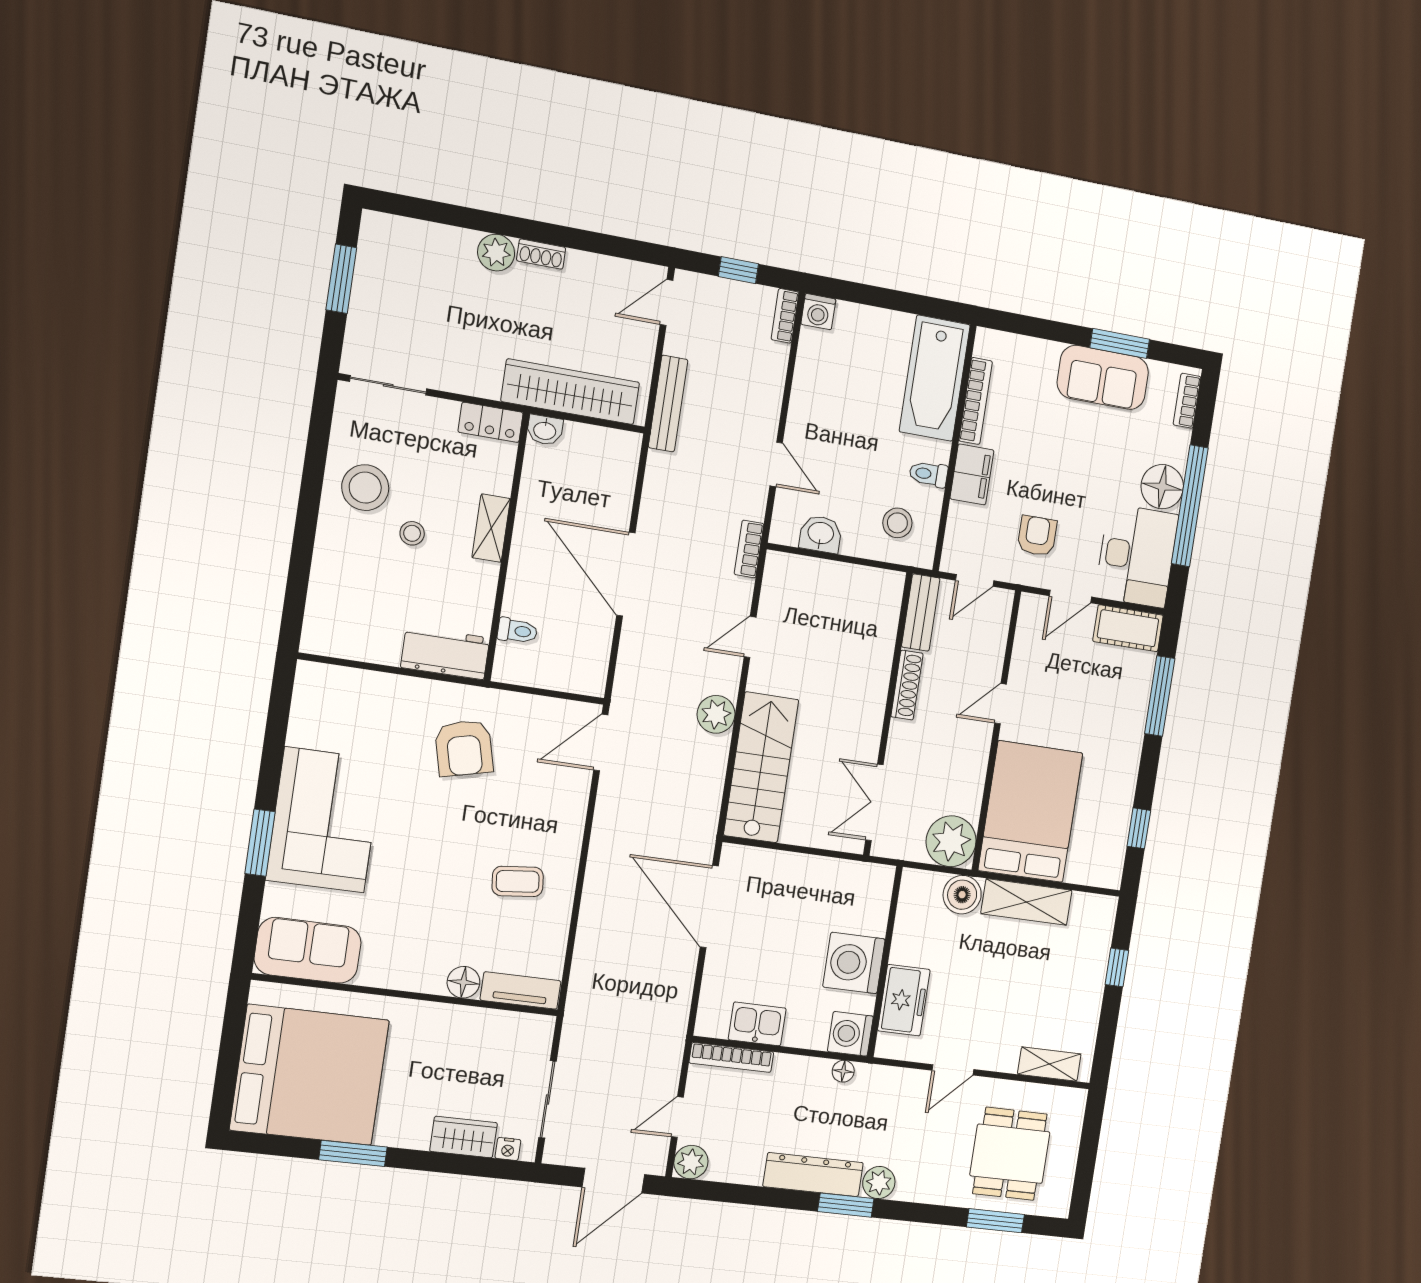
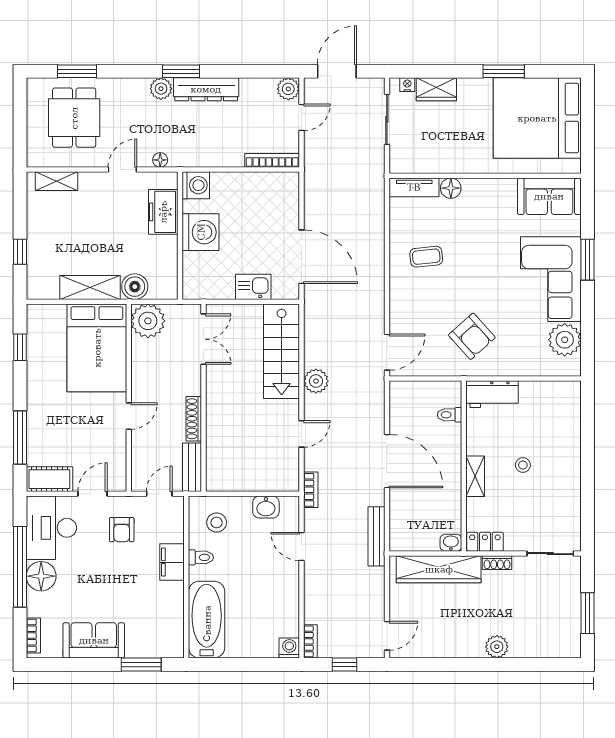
shoe rack: (541, 254) -> (497, 563), moved, turned 180
window: (1120, 343) -> (141, 664), moved
bookcase: (976, 401) -> (177, 610), removed
bench: (668, 404) -> (376, 536), moved
stool: (365, 488) -> (555, 488), removed
plant: (316, 721) -> (565, 340), added
armchair: (464, 748) -> (472, 336), turned 152
kitchen sink: (757, 1024) -> (253, 287), moved, turned 180
floor lamp: (843, 1071) -> (160, 160), moved

